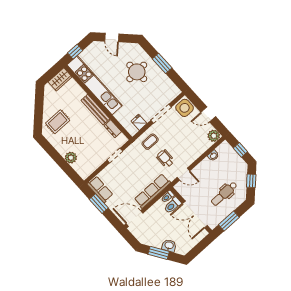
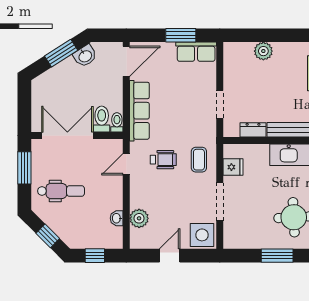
plant: (214, 136) -> (139, 218), moved
dental chair: (224, 194) -> (61, 191), turned 90
washbasin: (169, 246) -> (85, 56), moved

